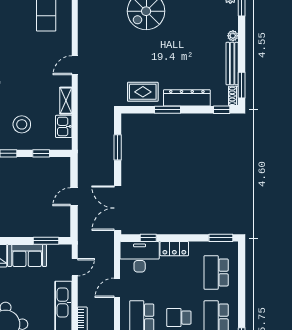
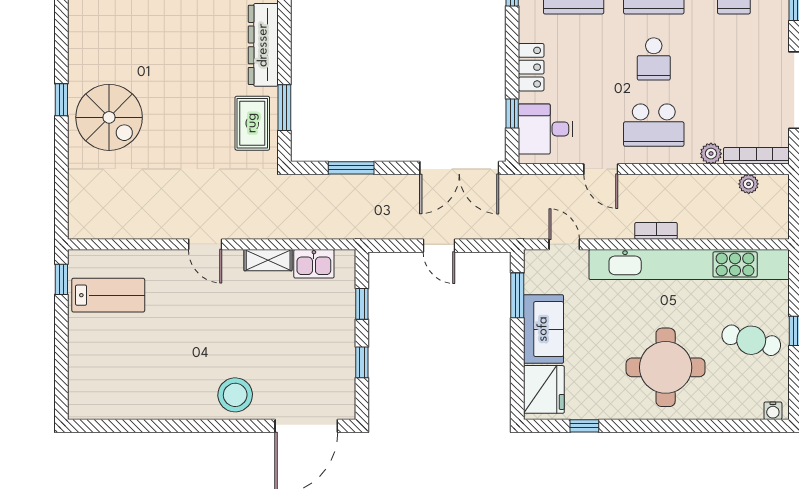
window: (167, 110) -> (284, 108), moved
stool: (22, 124) -> (310, 338), removed
desk: (140, 257) -> (546, 129), width x0.73

